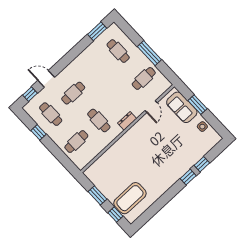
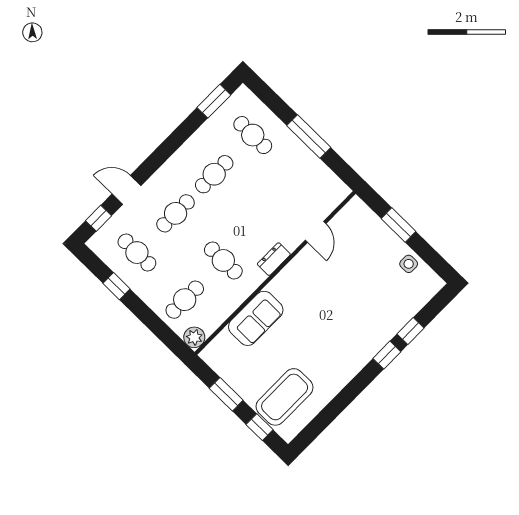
cafe table: (144, 78) -> (214, 174), moved
sofa: (182, 107) -> (256, 318), moved, turned -90
plant: (81, 163) -> (194, 337), added

